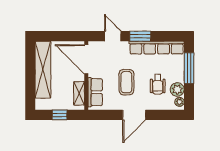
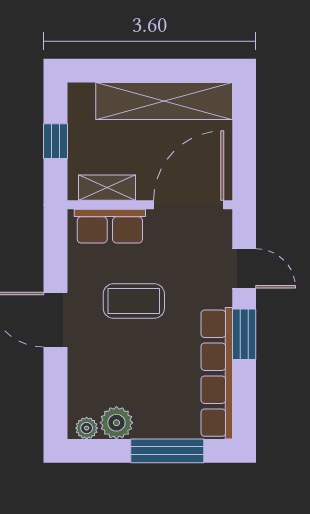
door: (113, 36) -> (244, 268), hinge flipped
wheelchair: (158, 84) -> (129, 376), removed

